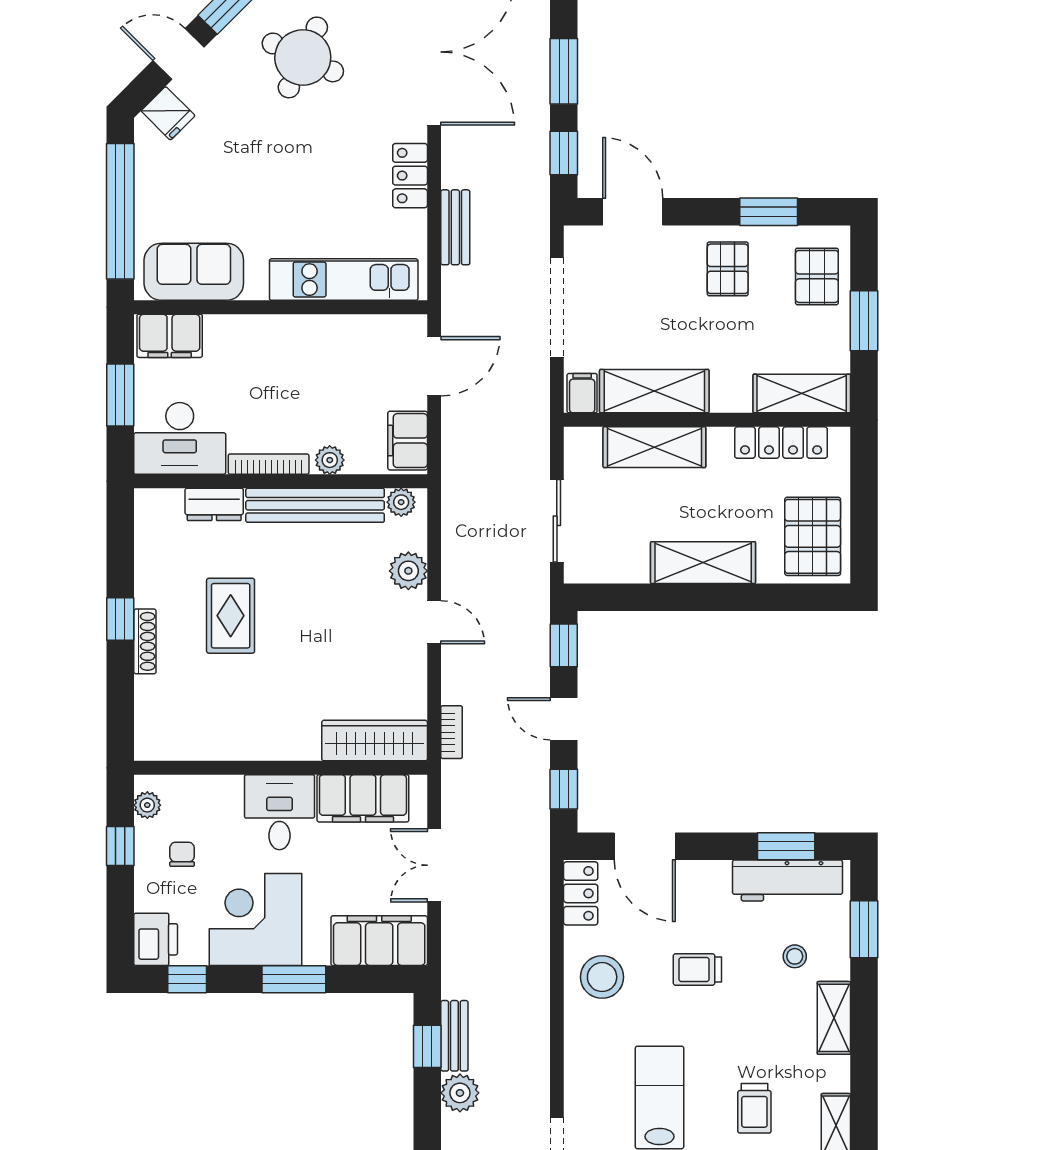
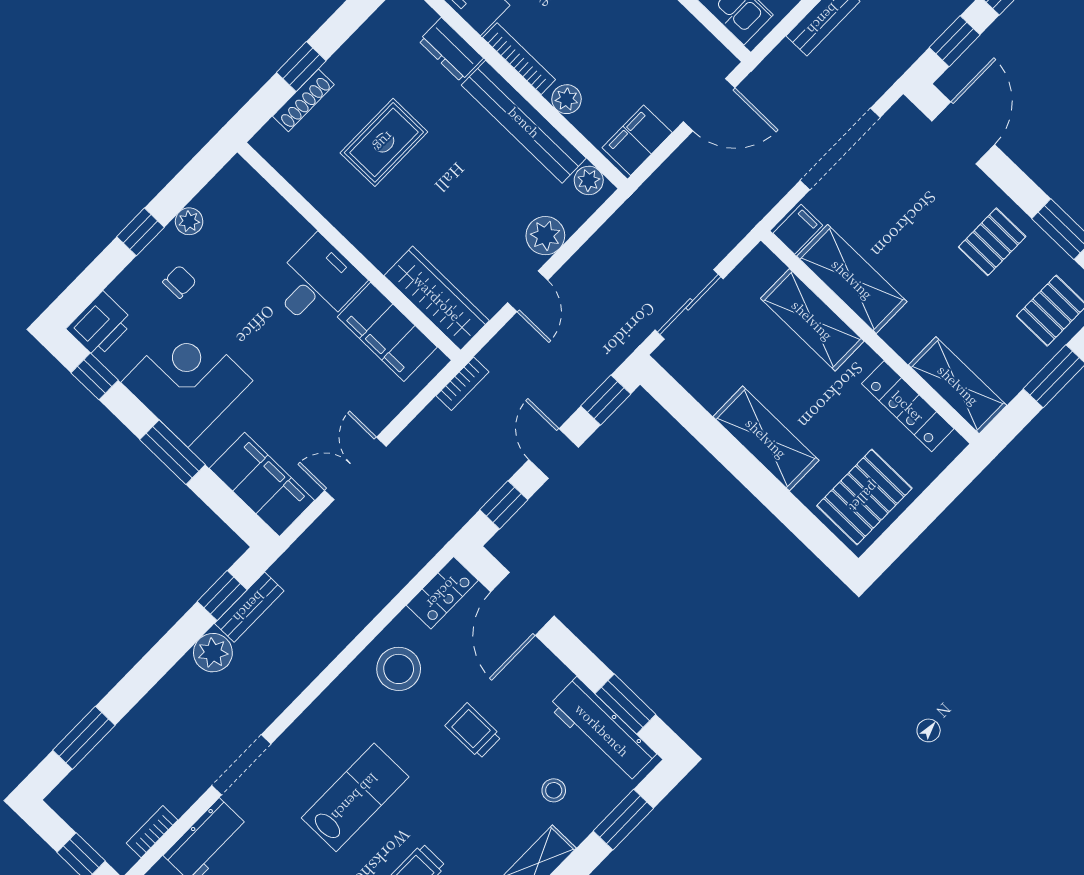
wardrobe: (375, 741) -> (437, 298), moved
wall: (281, 768) -> (349, 251), moved
filing cabinet: (363, 798) -> (387, 332), moved
desk: (279, 812) -> (317, 283), moved

